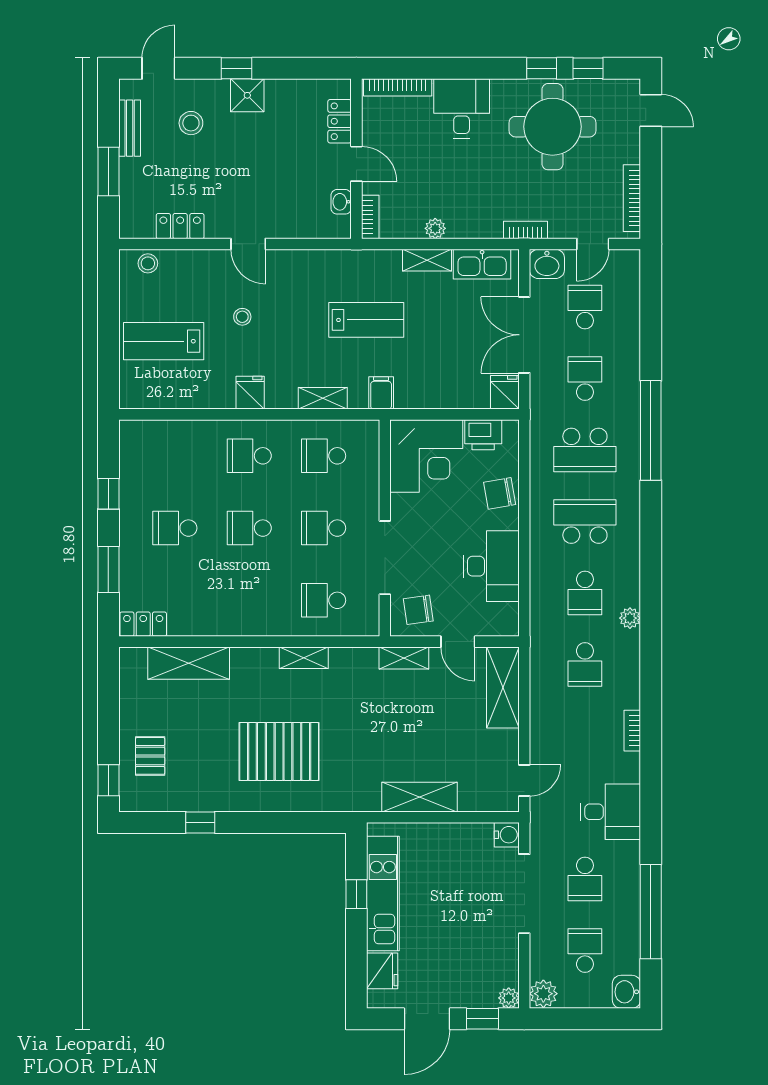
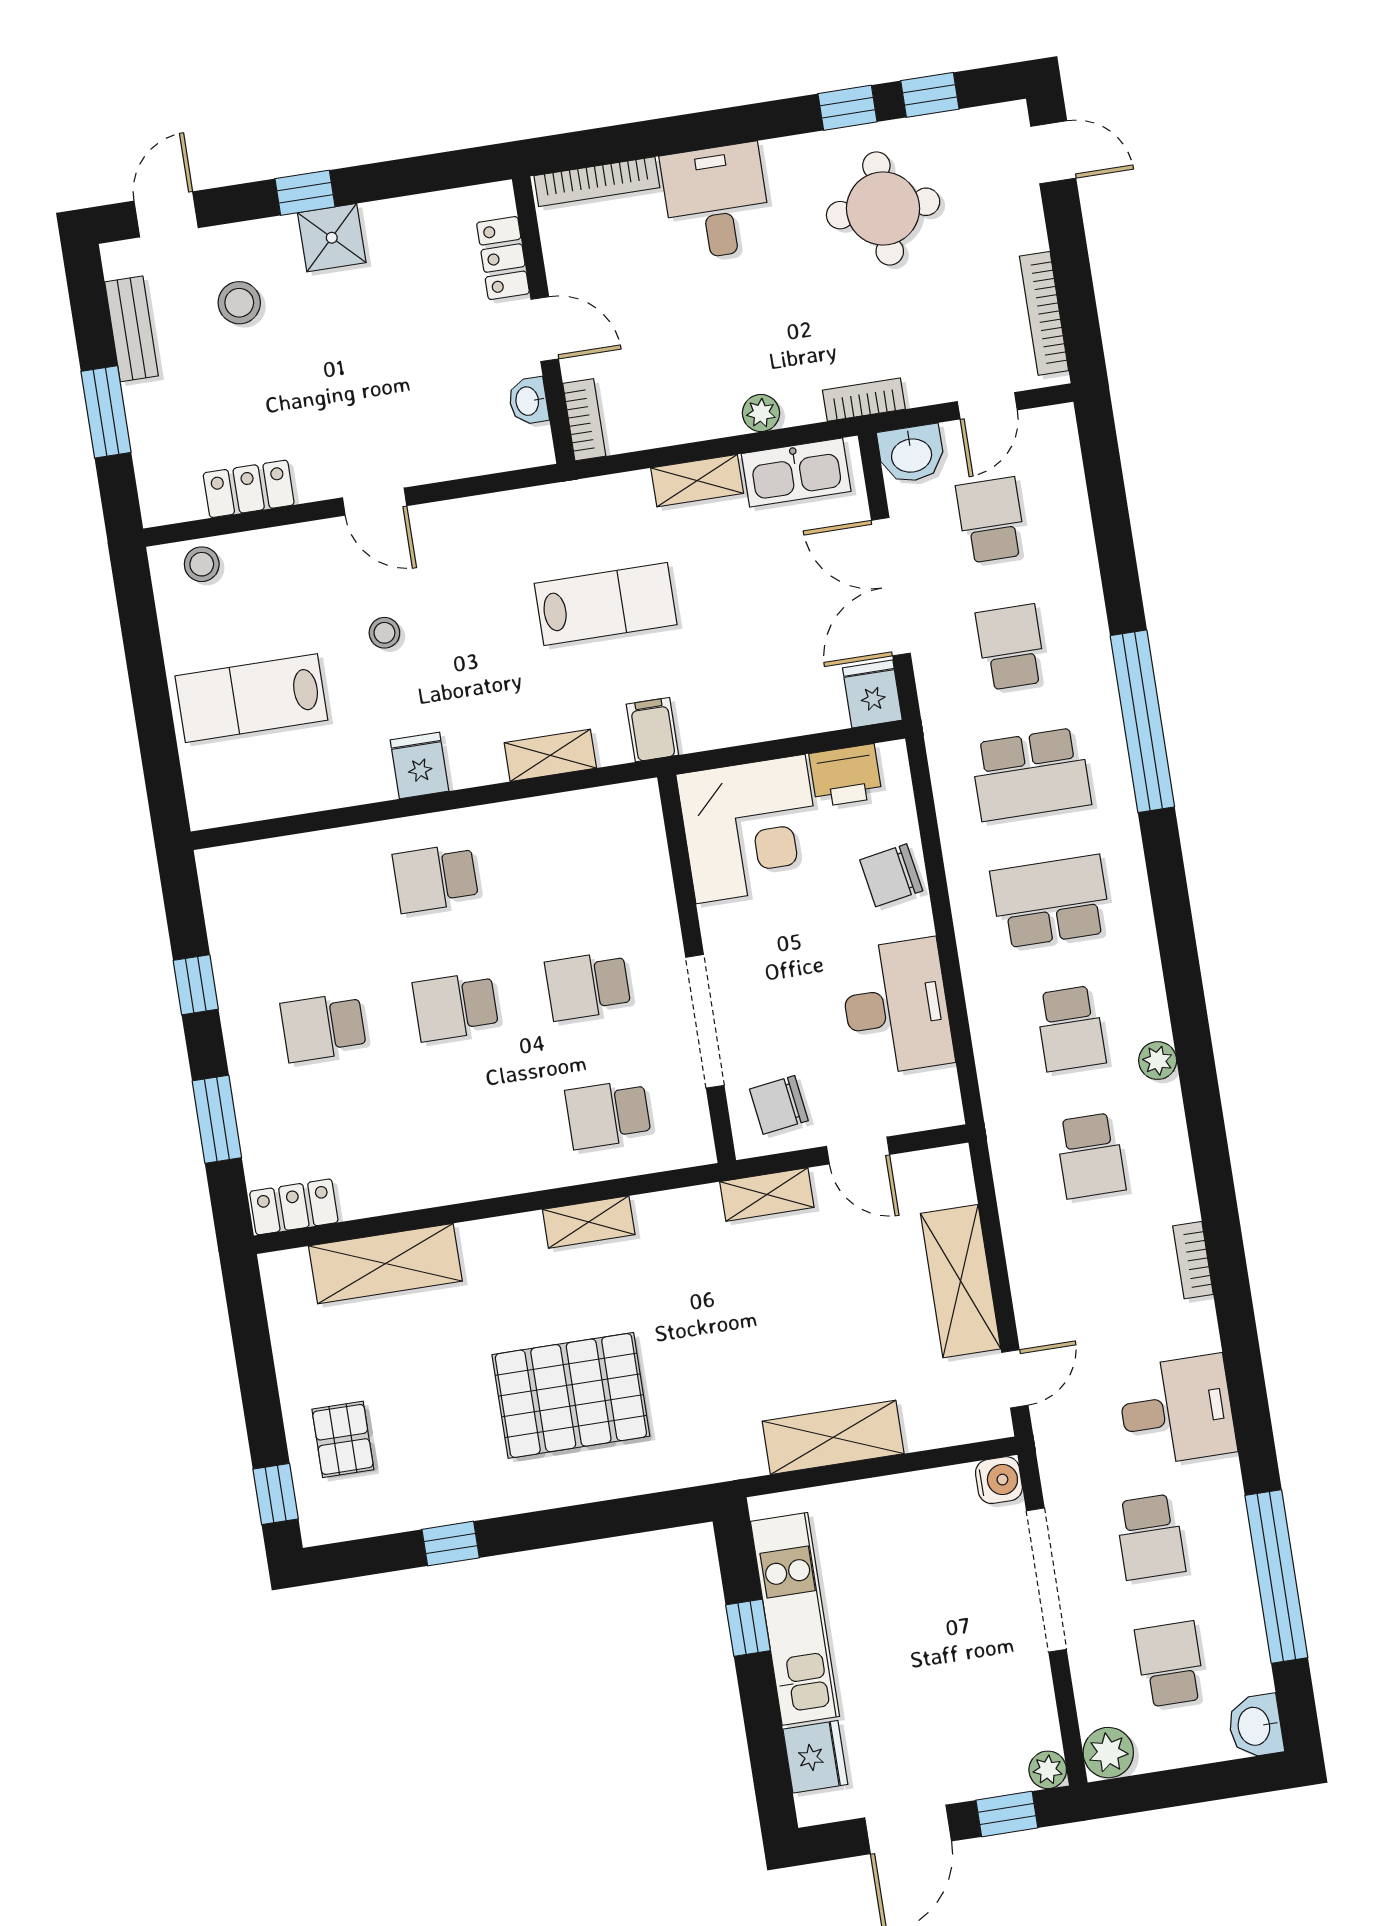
round table: (552, 127) -> (883, 208), width x0.73, depth x0.73
plant: (435, 228) -> (761, 413), moved
school desk: (324, 456) -> (568, 857), removed
shelving: (503, 687) -> (961, 1281), moved

